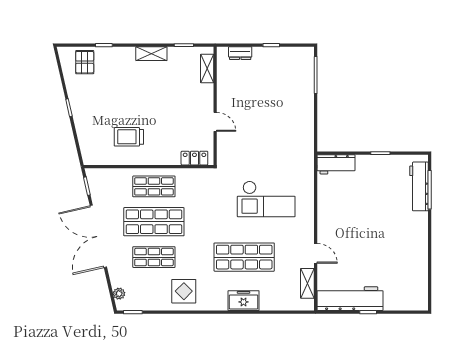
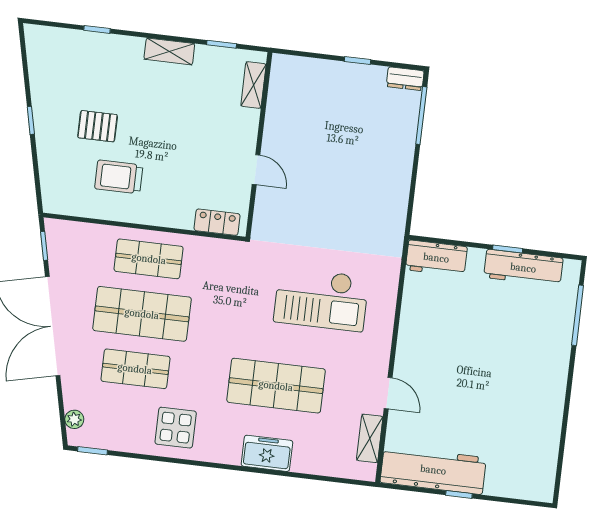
dresser: (240, 53) -> (405, 79), moved
pallet: (85, 62) -> (98, 126), moved, turned 90
workbench: (419, 186) -> (523, 268), moved, turned -90

